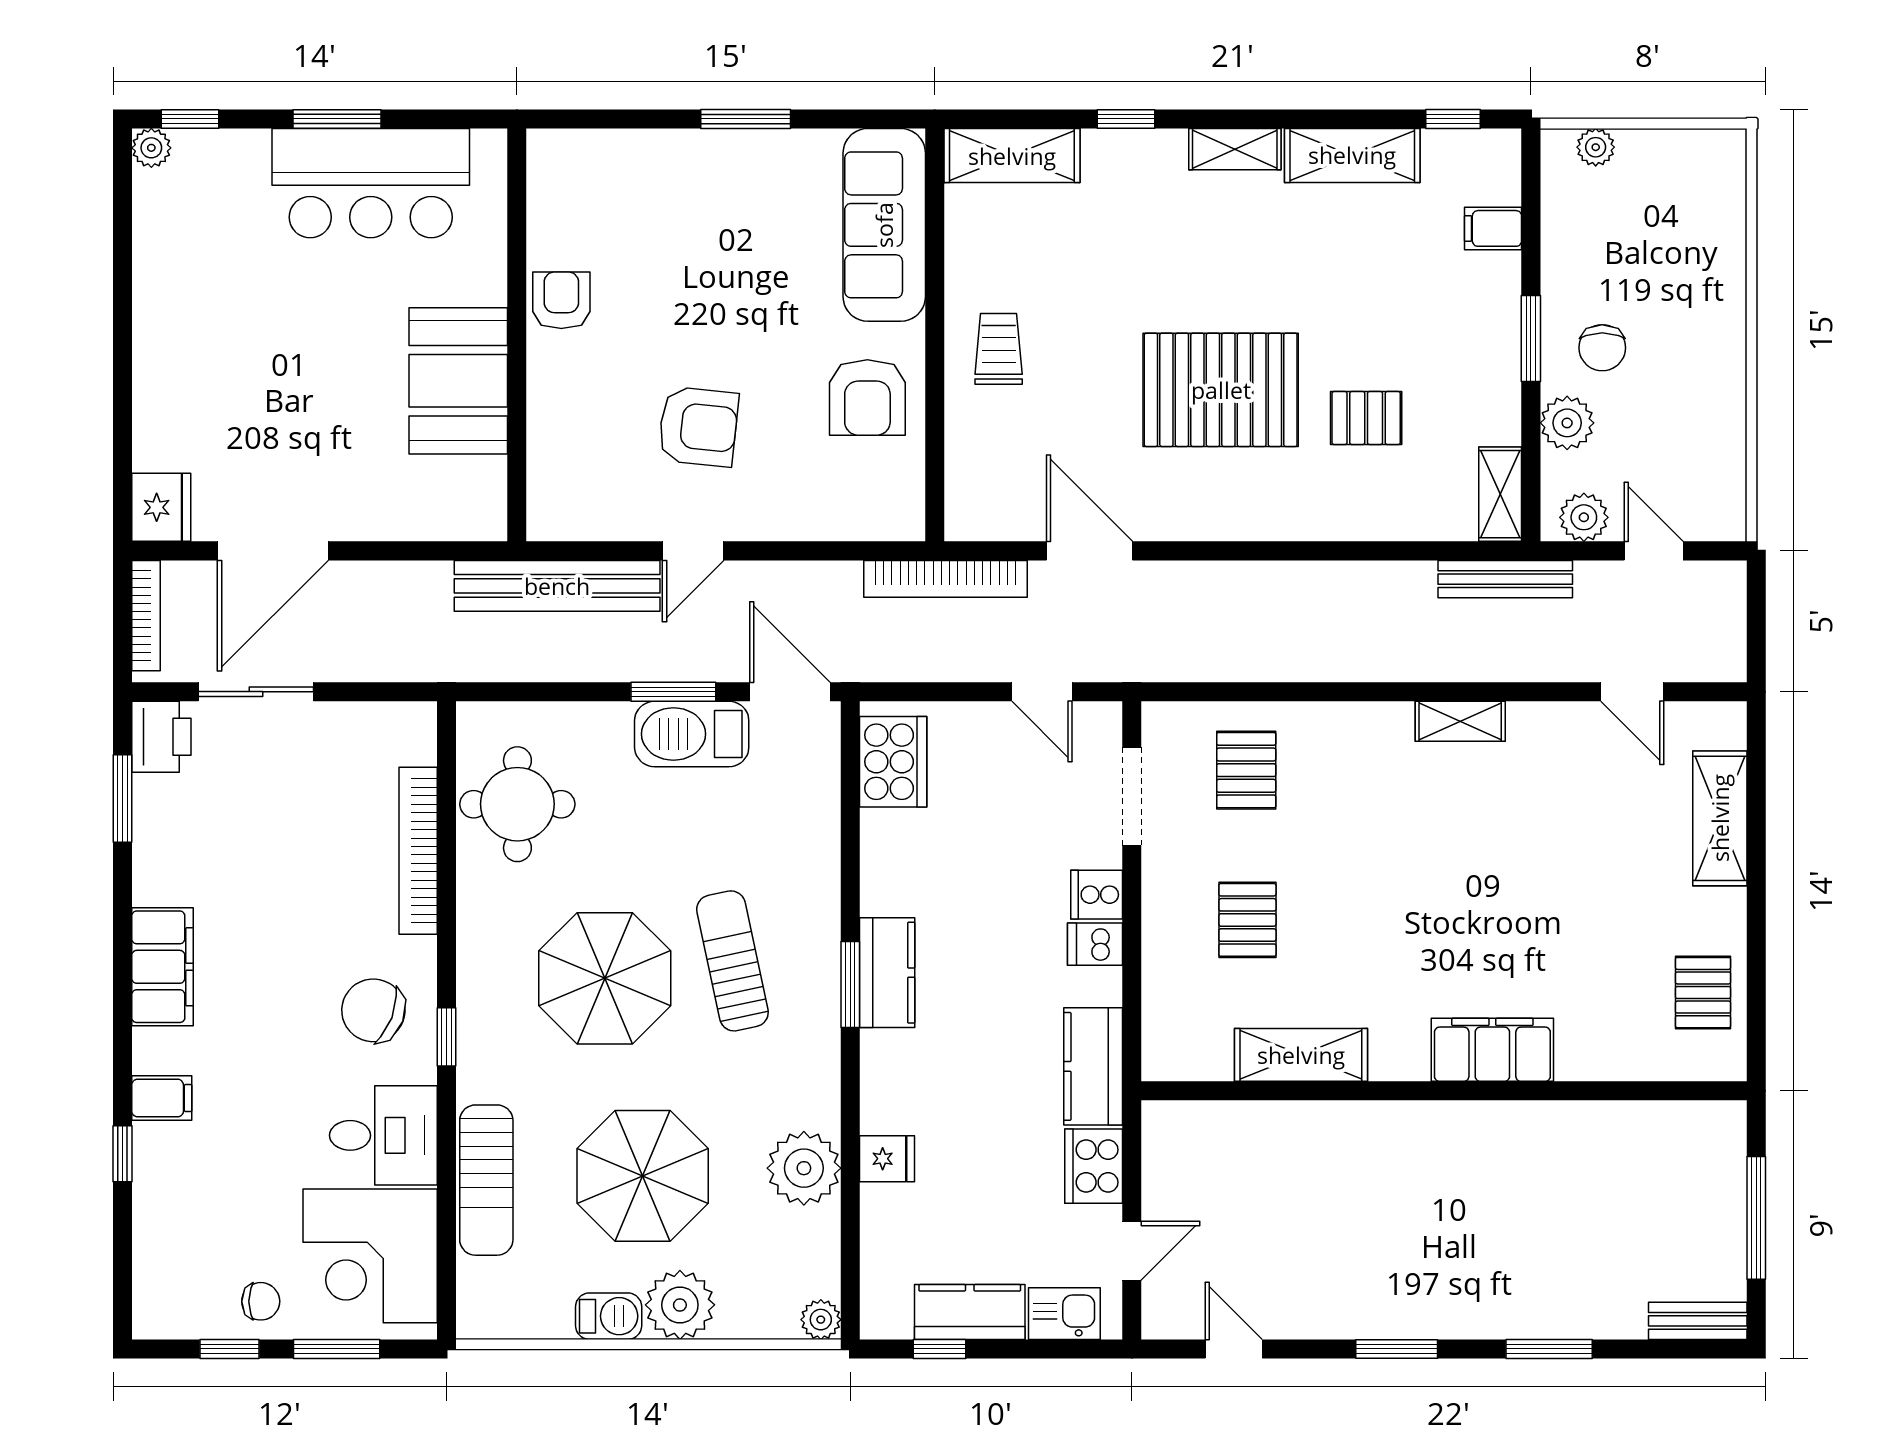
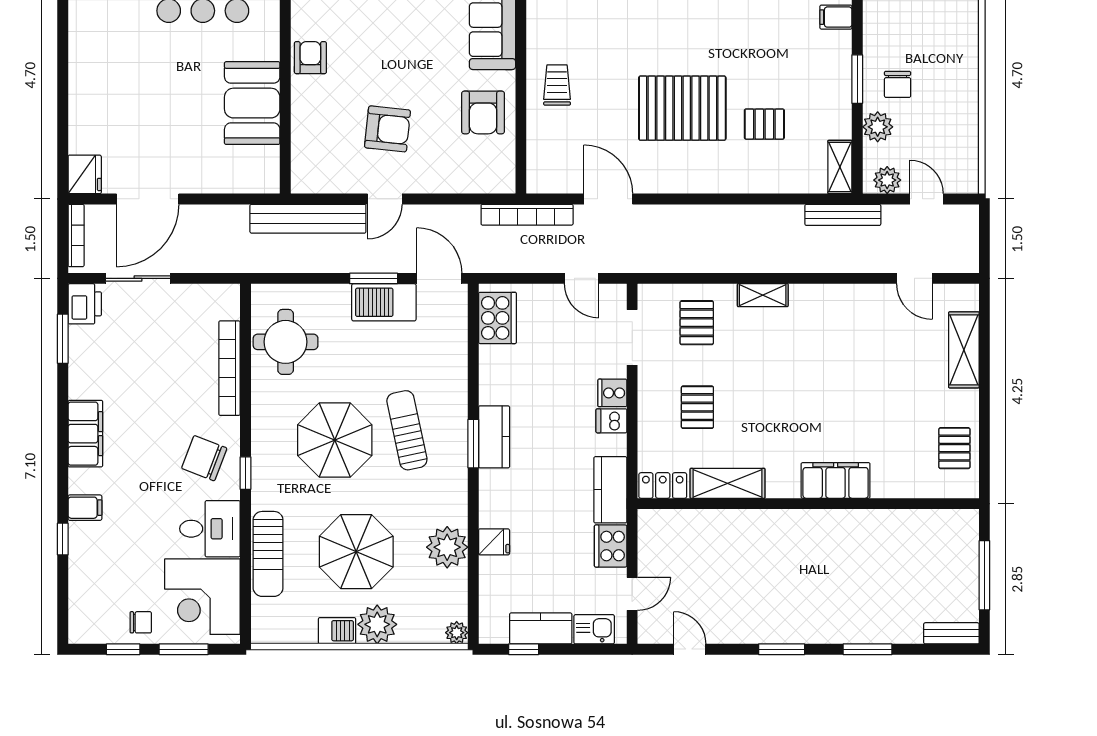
shelving: (1460, 721) -> (763, 295), moved
locker: (1186, 1059) -> (663, 485), added

